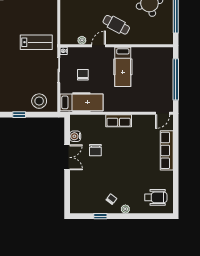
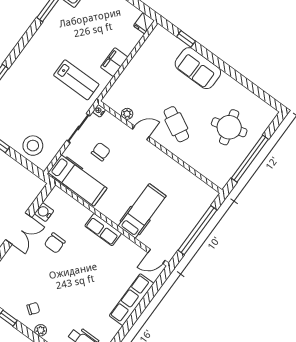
filing cabinet: (51, 15) -> (114, 62), added
hospital bed: (123, 67) -> (142, 211), moved, turned 180

